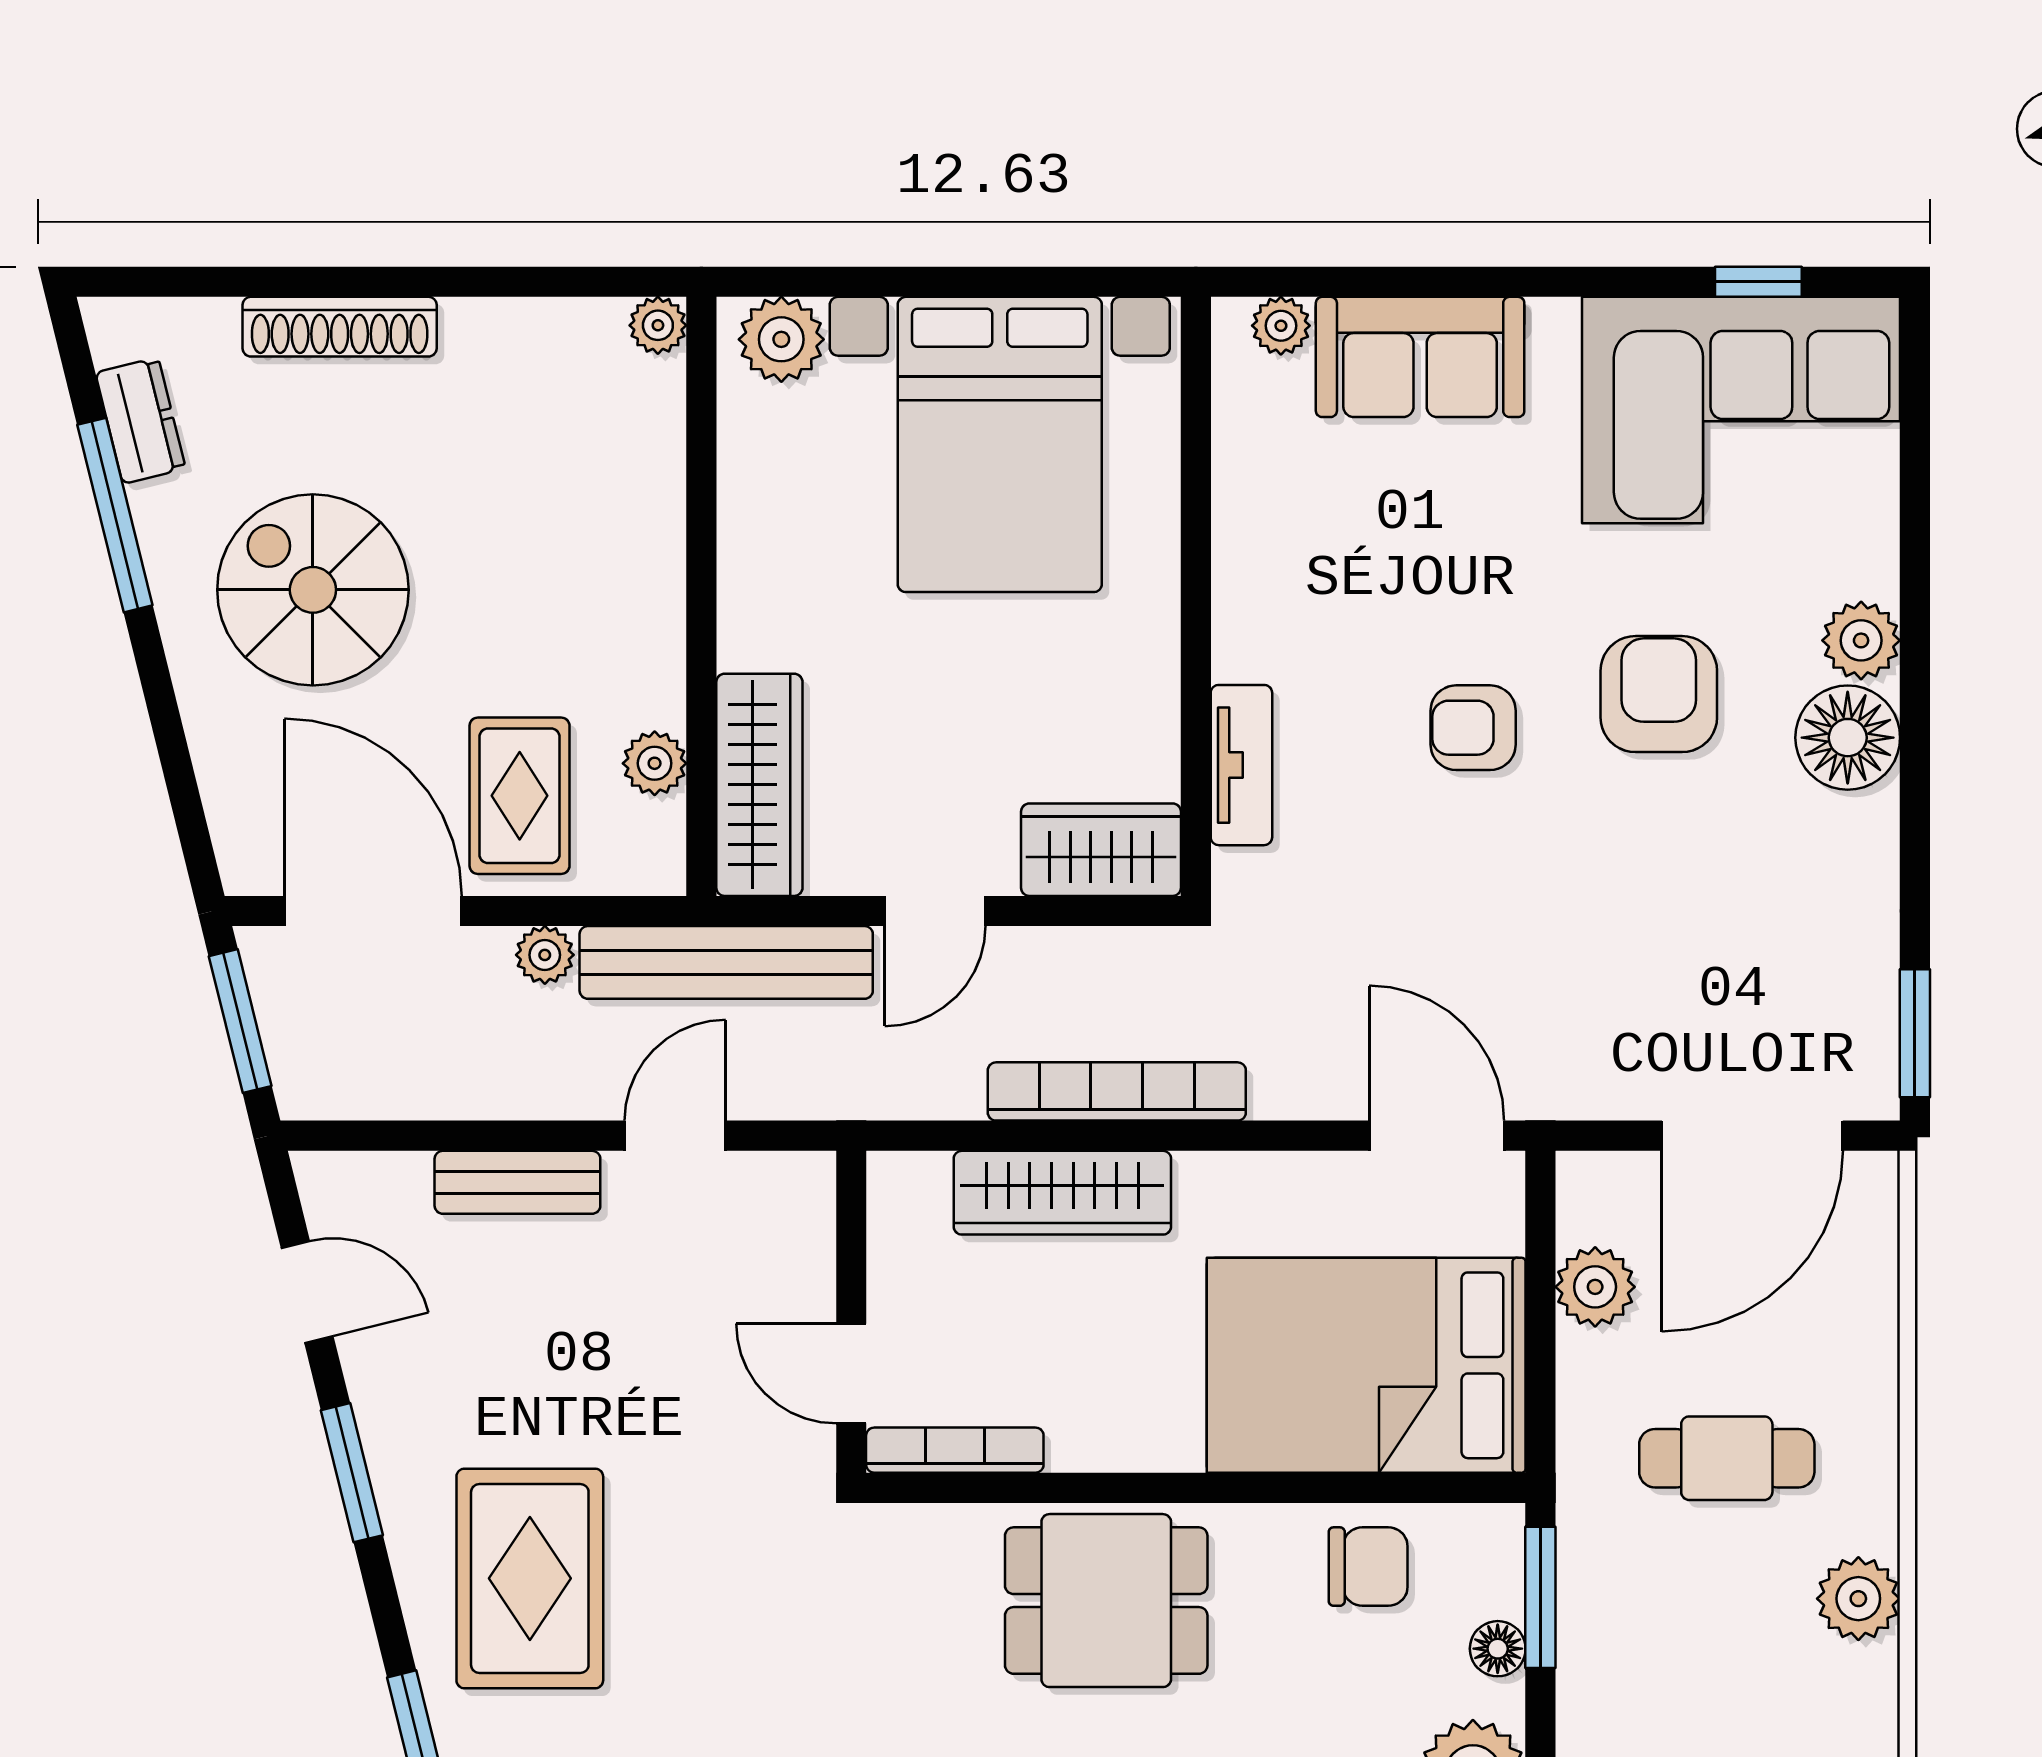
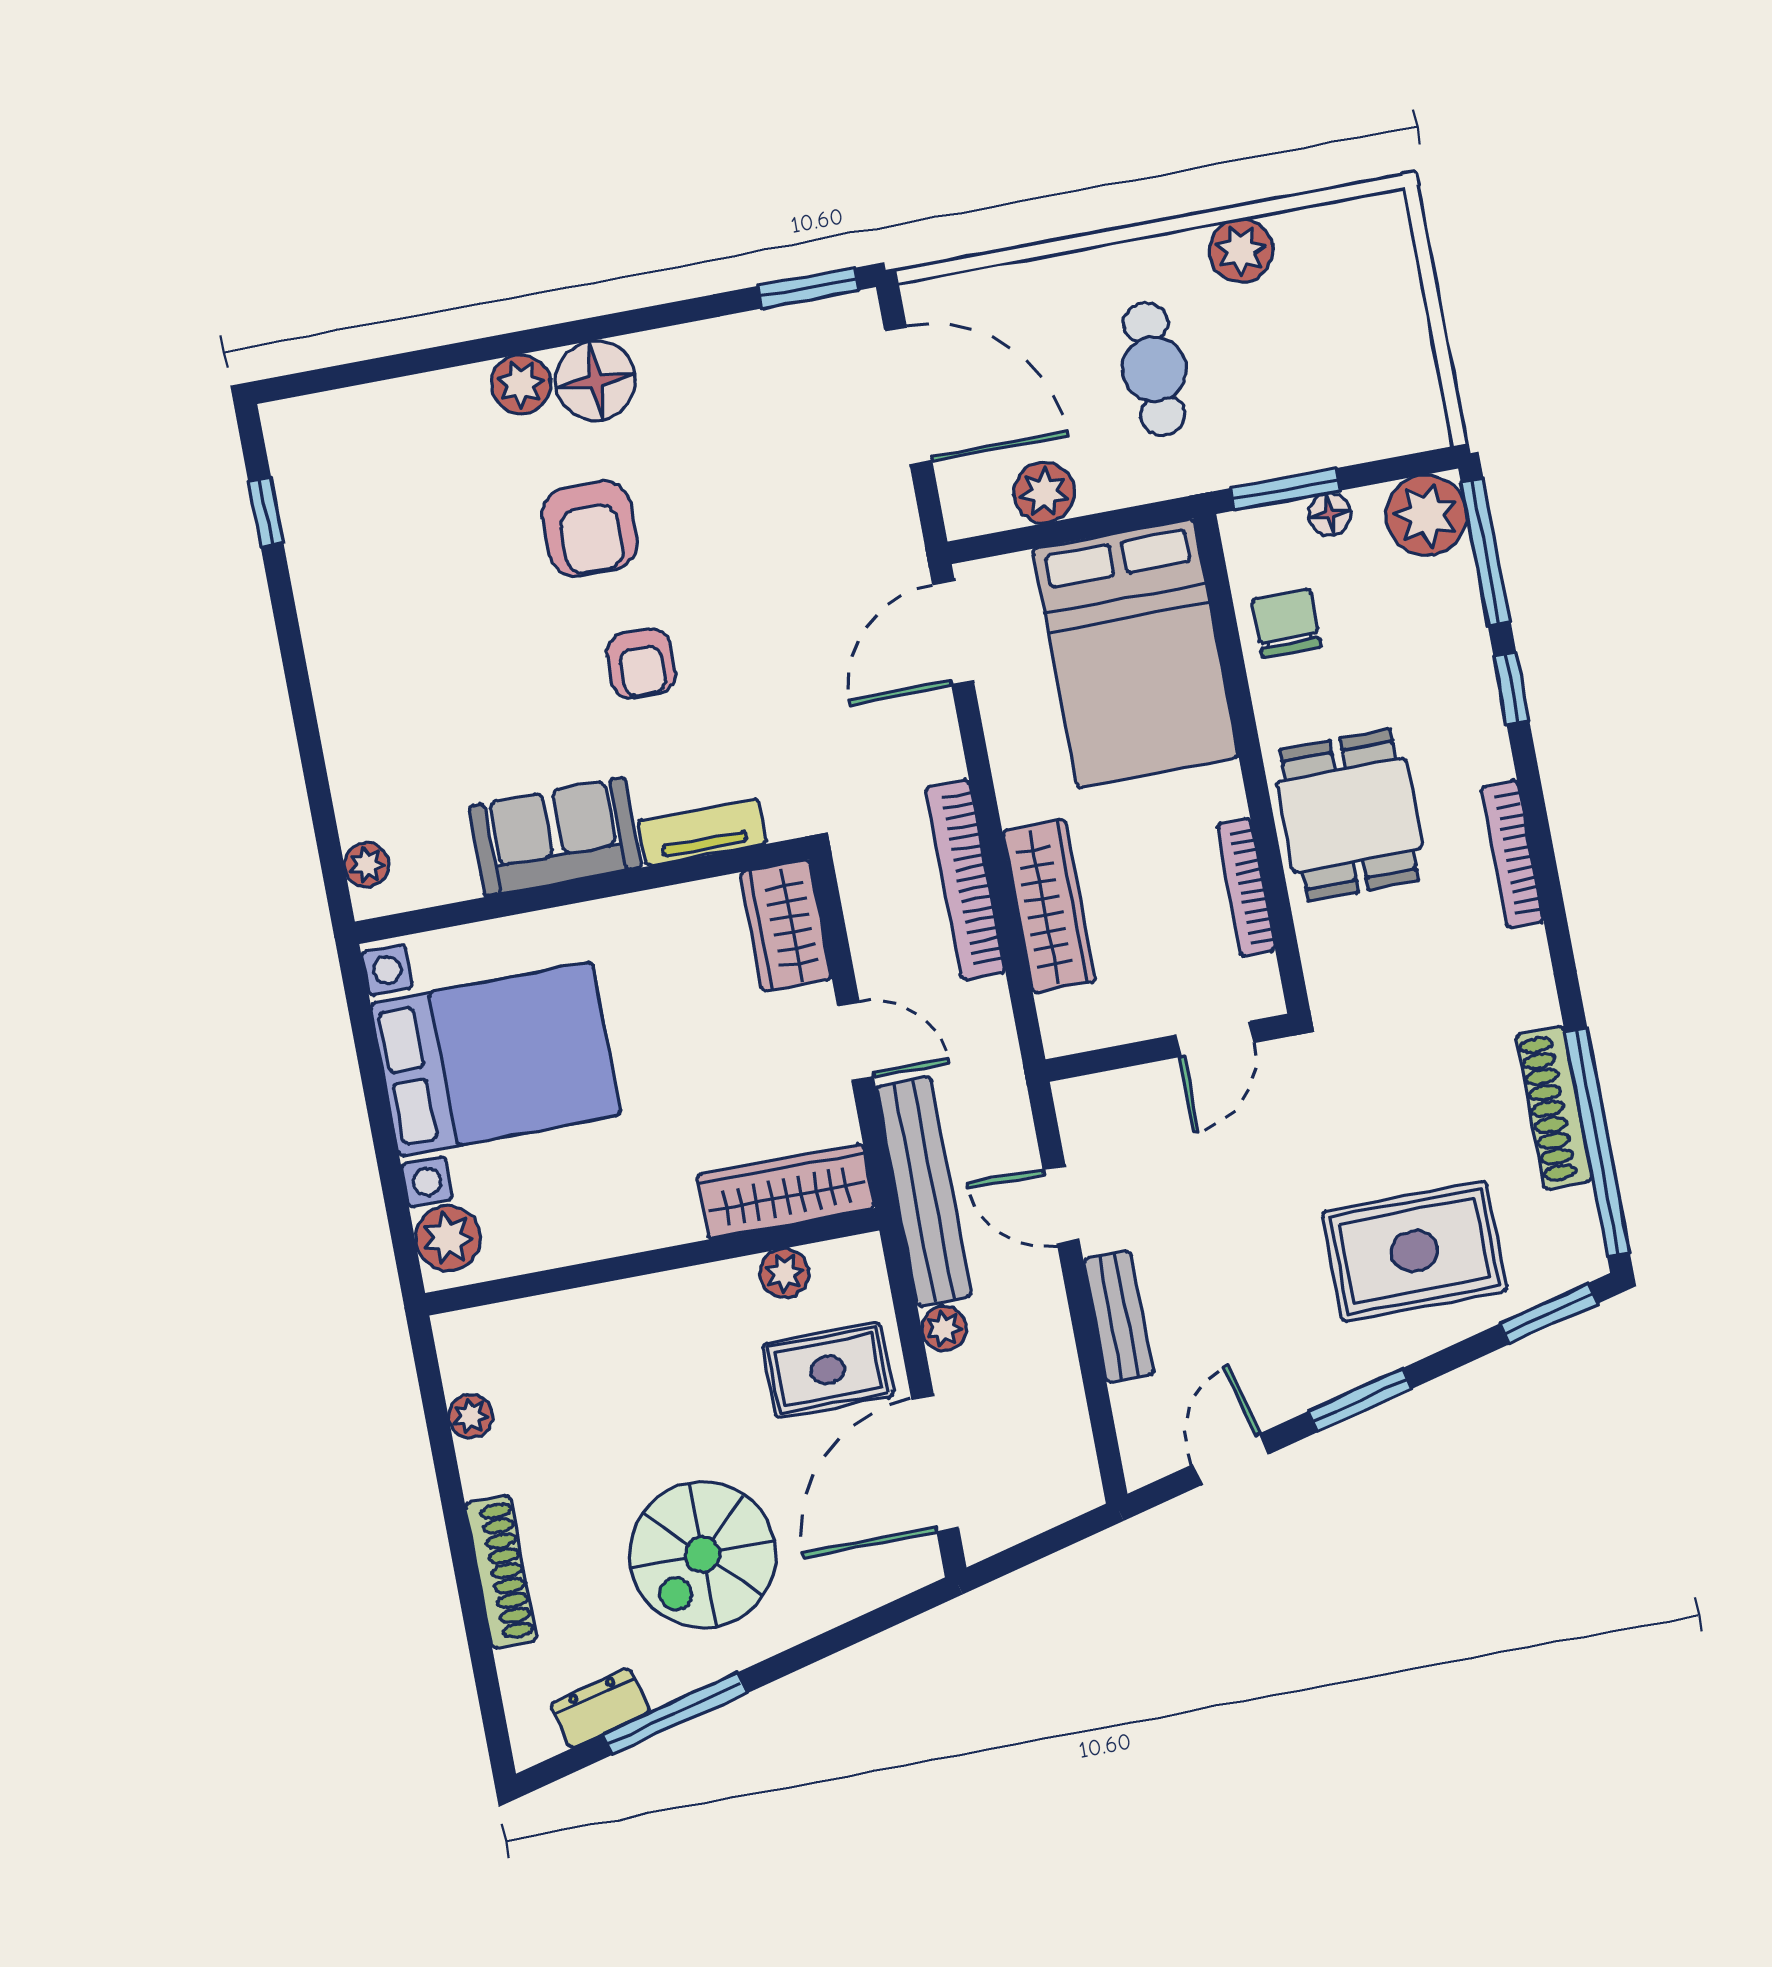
plant: (658, 325) -> (471, 1416), moved
sofa: (1420, 357) -> (555, 837), moved, turned -90
corner sofa: (1741, 410) -> (365, 507), removed
armchair: (1659, 694) -> (590, 529), turned -90
window: (240, 1021) -> (1037, 1548), removed
bookcase: (955, 1450) -> (1246, 887), moved

